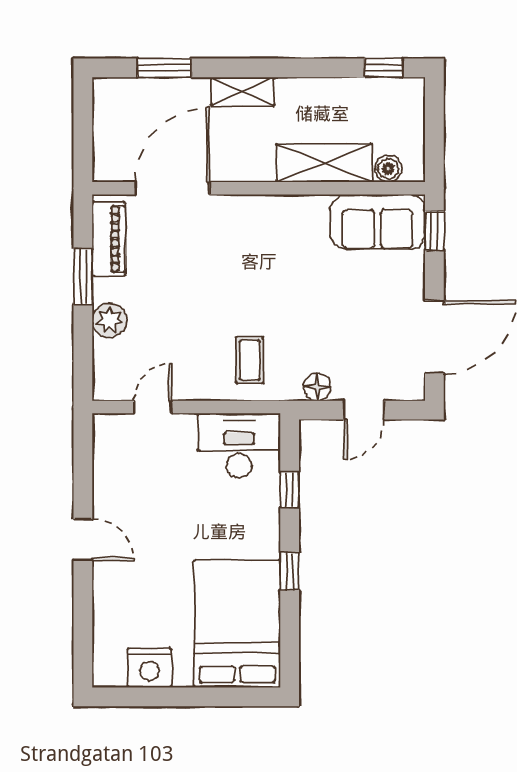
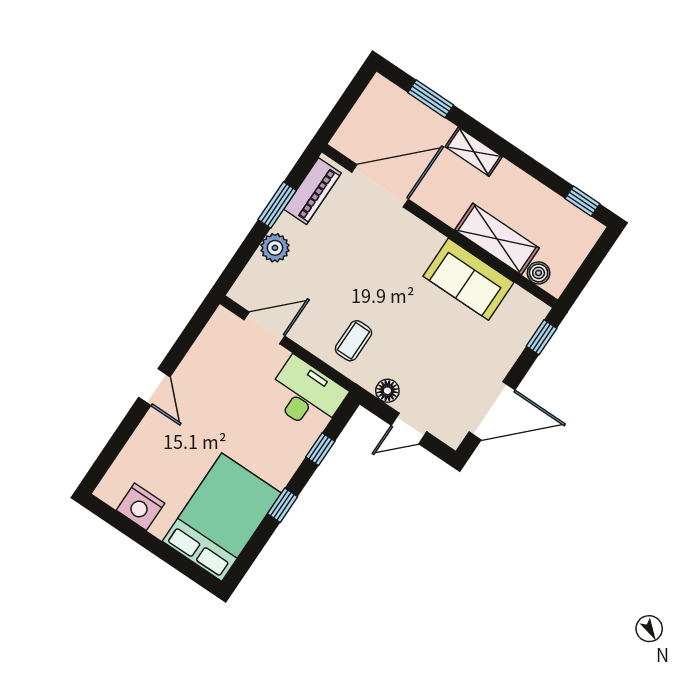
sofa: (378, 222) -> (469, 279), moved
door: (153, 407) -> (264, 328), width x1.38

